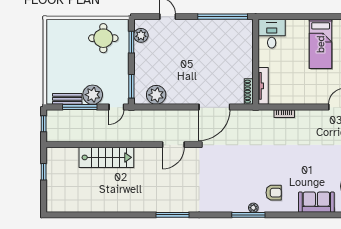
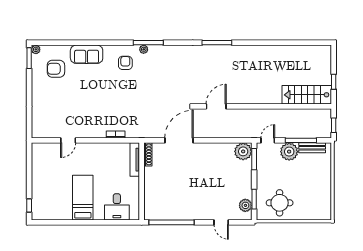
desk: (272, 34) -> (117, 207), moved
plant: (156, 95) -> (243, 151), moved
stairs: (106, 157) -> (307, 95), moved
armchair: (274, 193) -> (125, 63), turned 90

